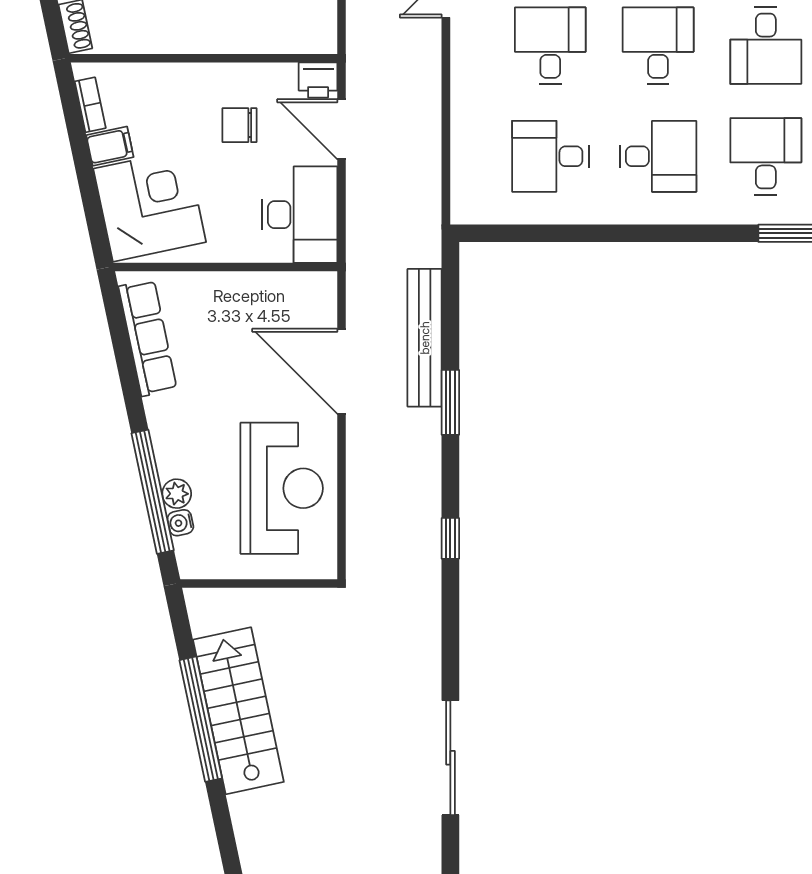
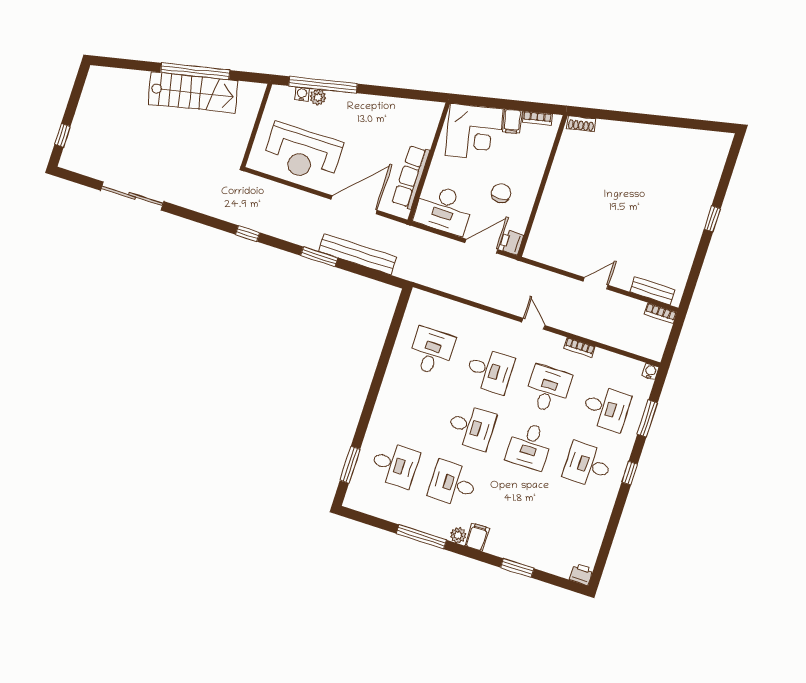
desk: (658, 156) -> (413, 408), removed
row of seats: (148, 338) -> (411, 177), moved, turned 102

